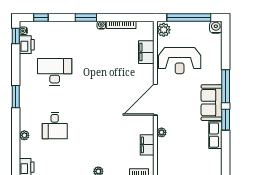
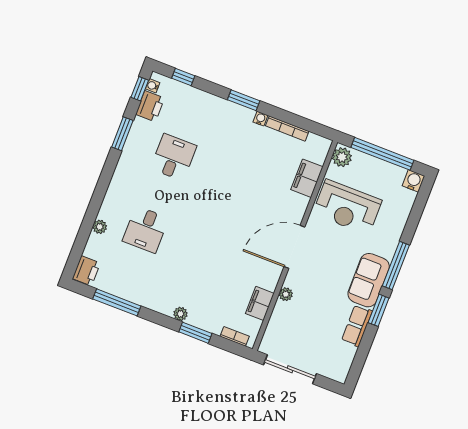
desk: (55, 72) -> (174, 157), width x0.73
window: (16, 97) -> (122, 134), moved

